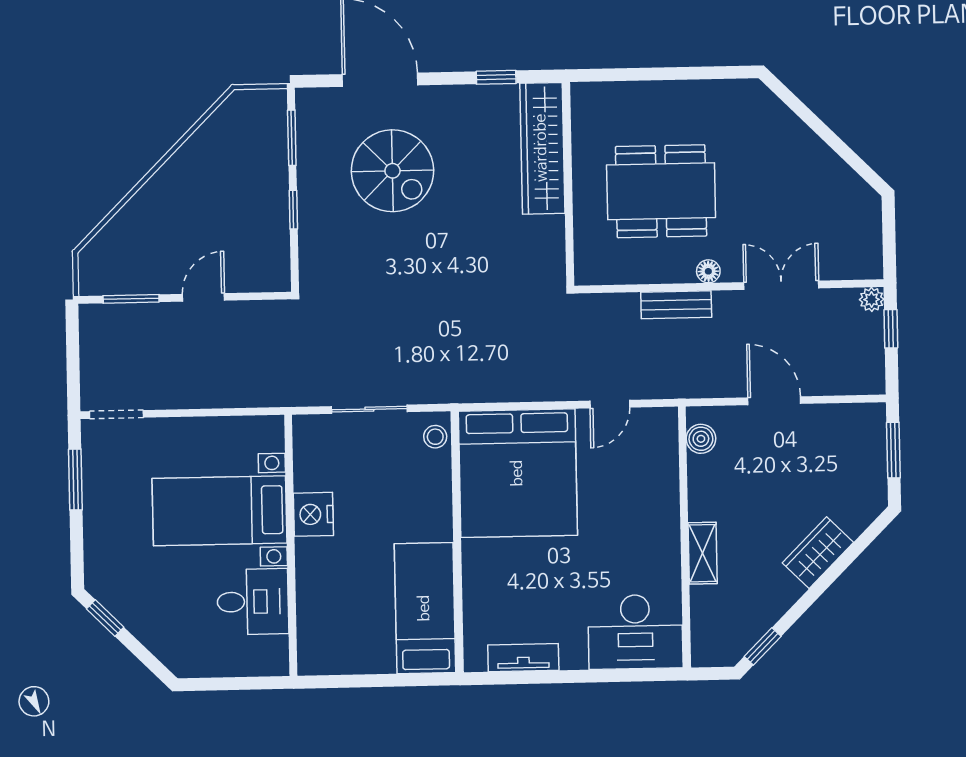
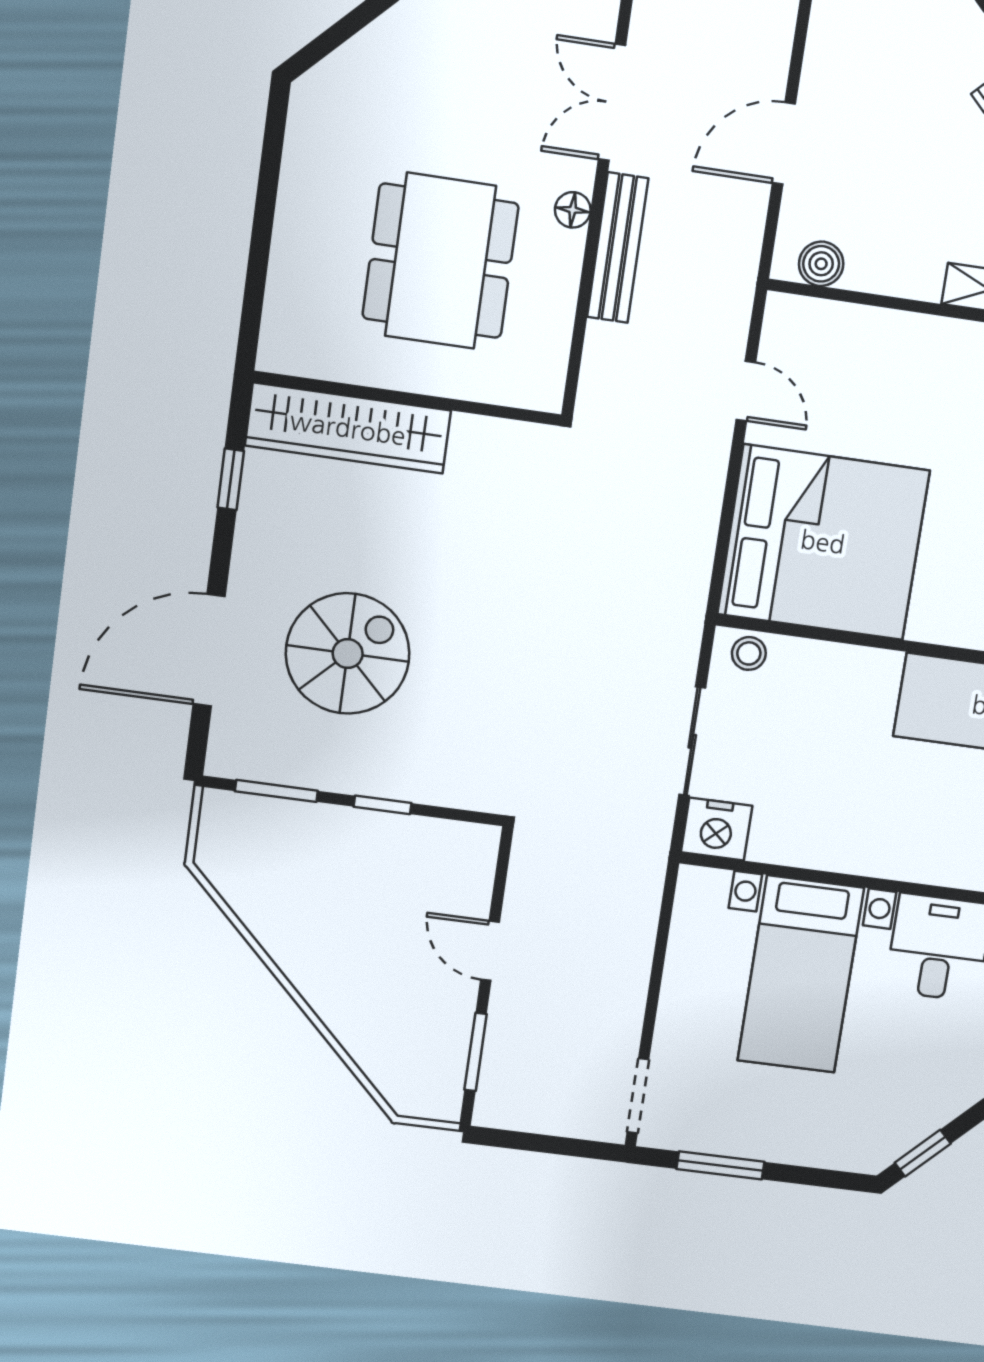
bench: (676, 305) -> (618, 248), width x1.36
nightstand: (313, 514) -> (717, 829), moved

